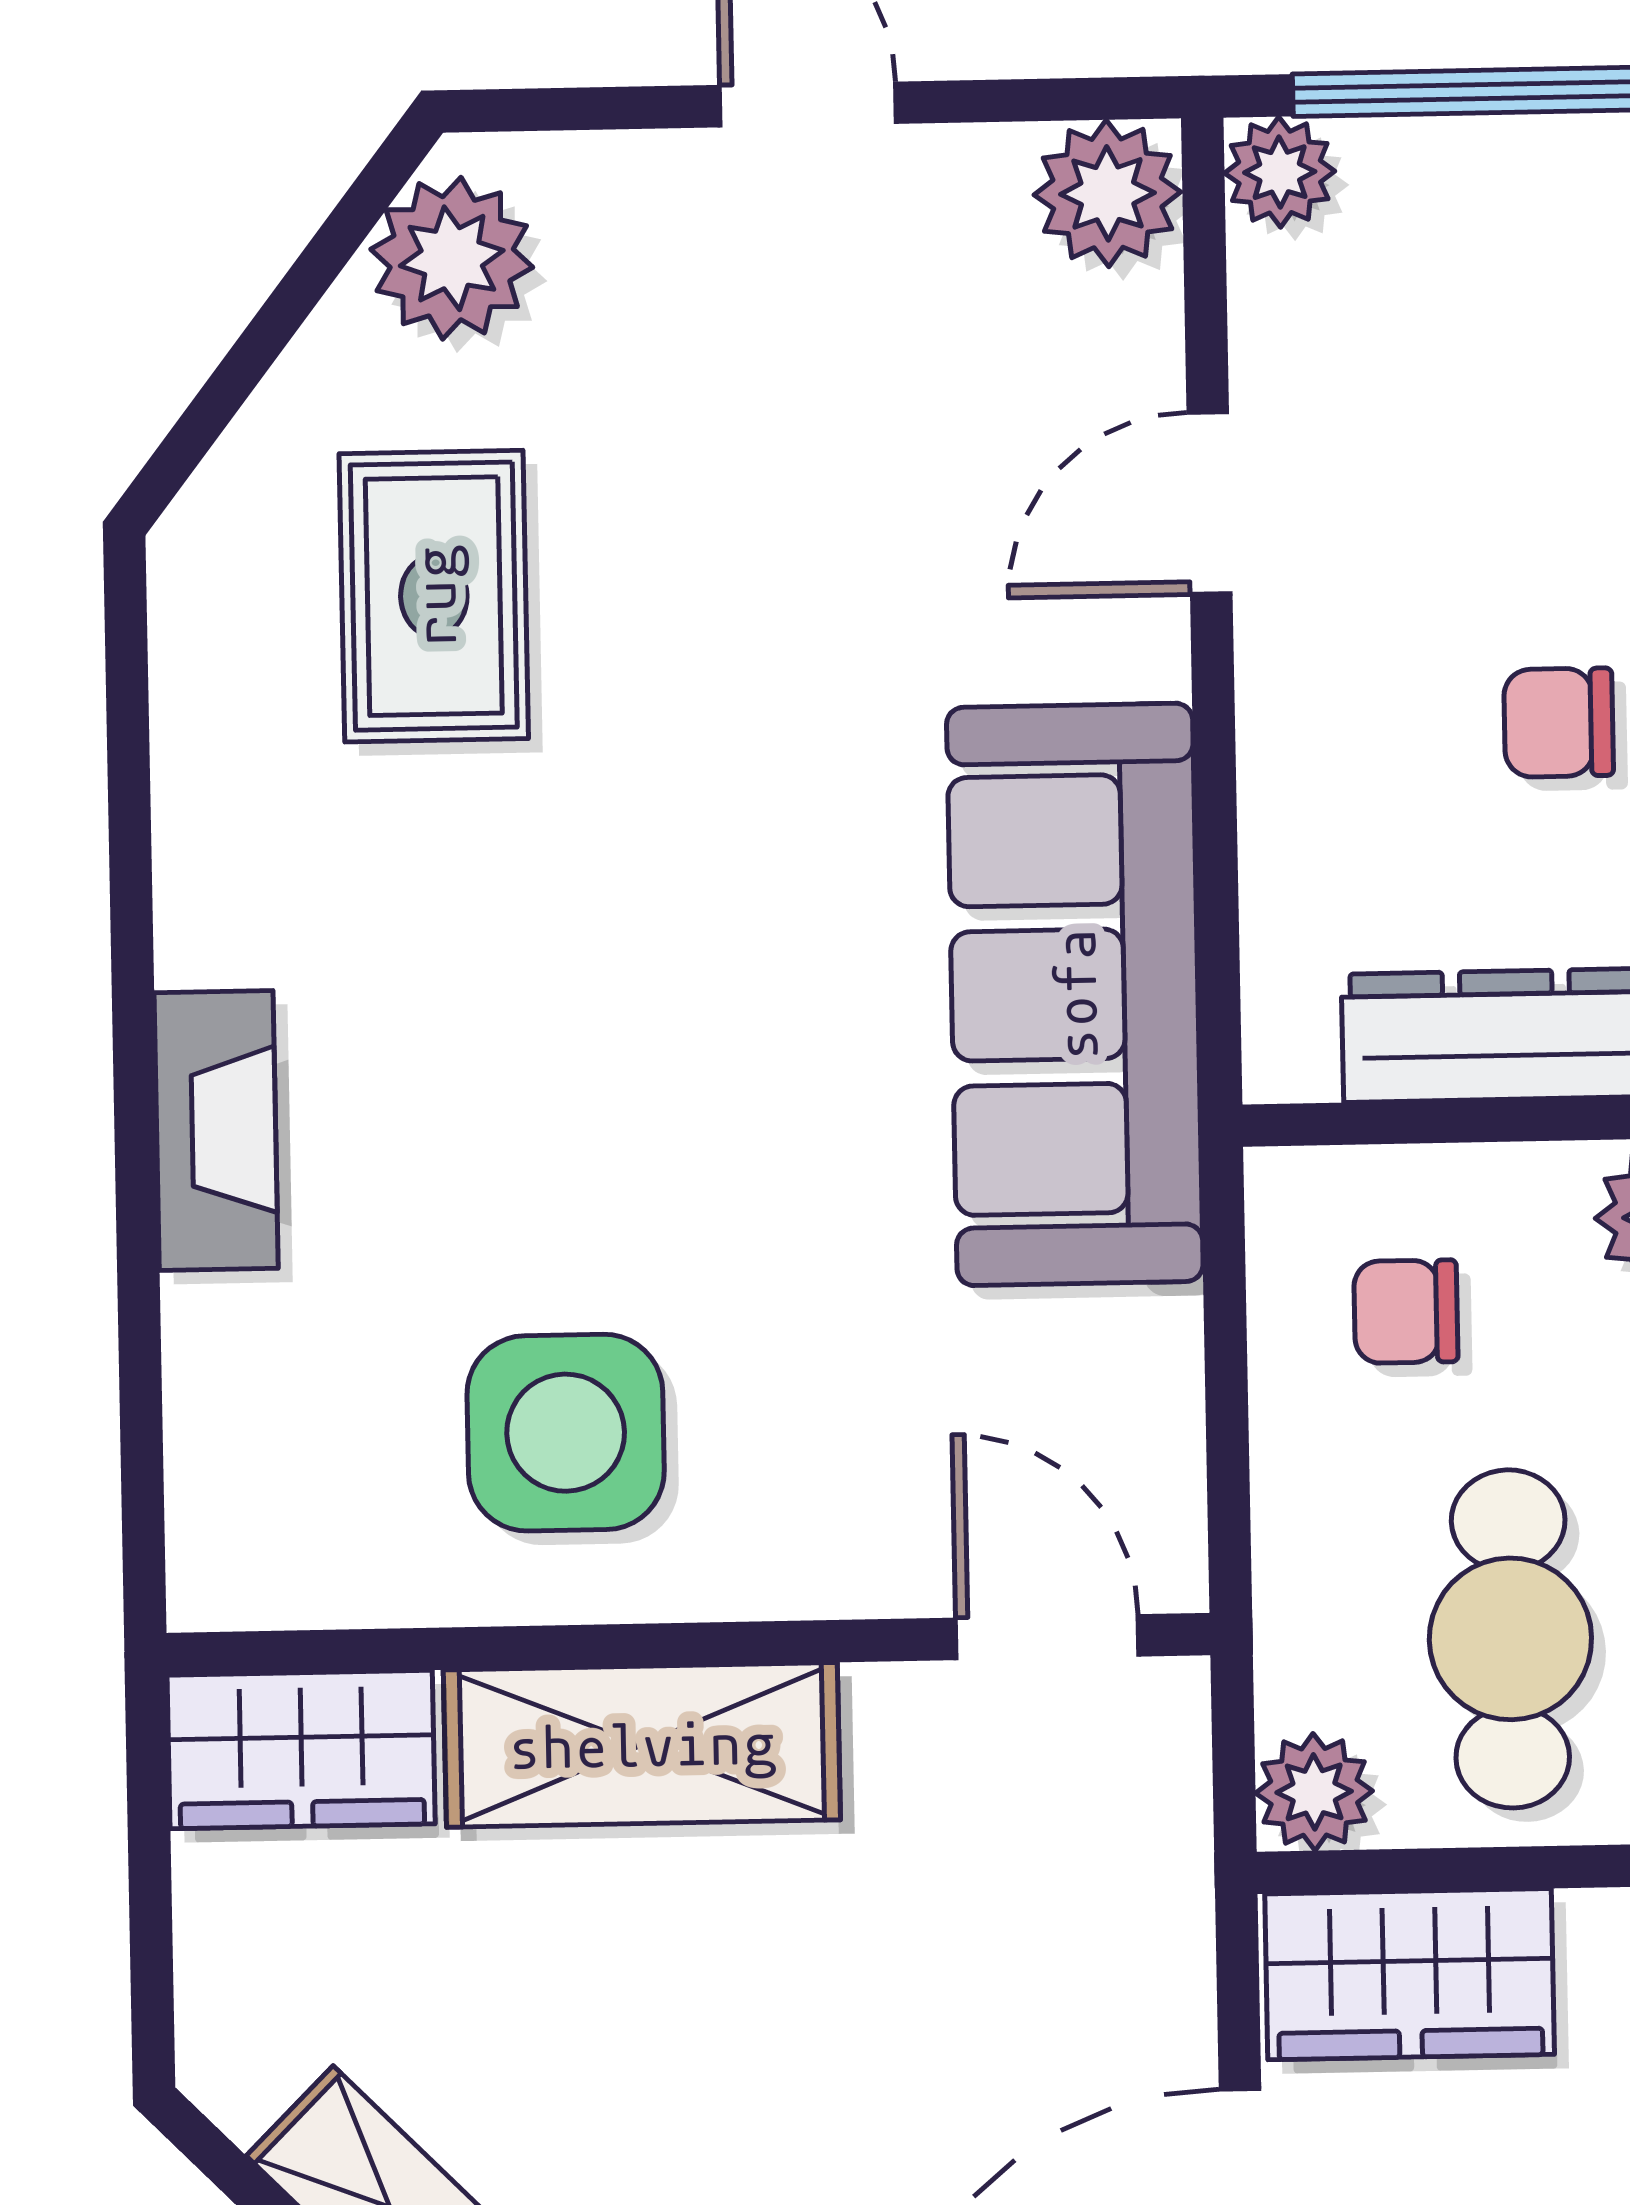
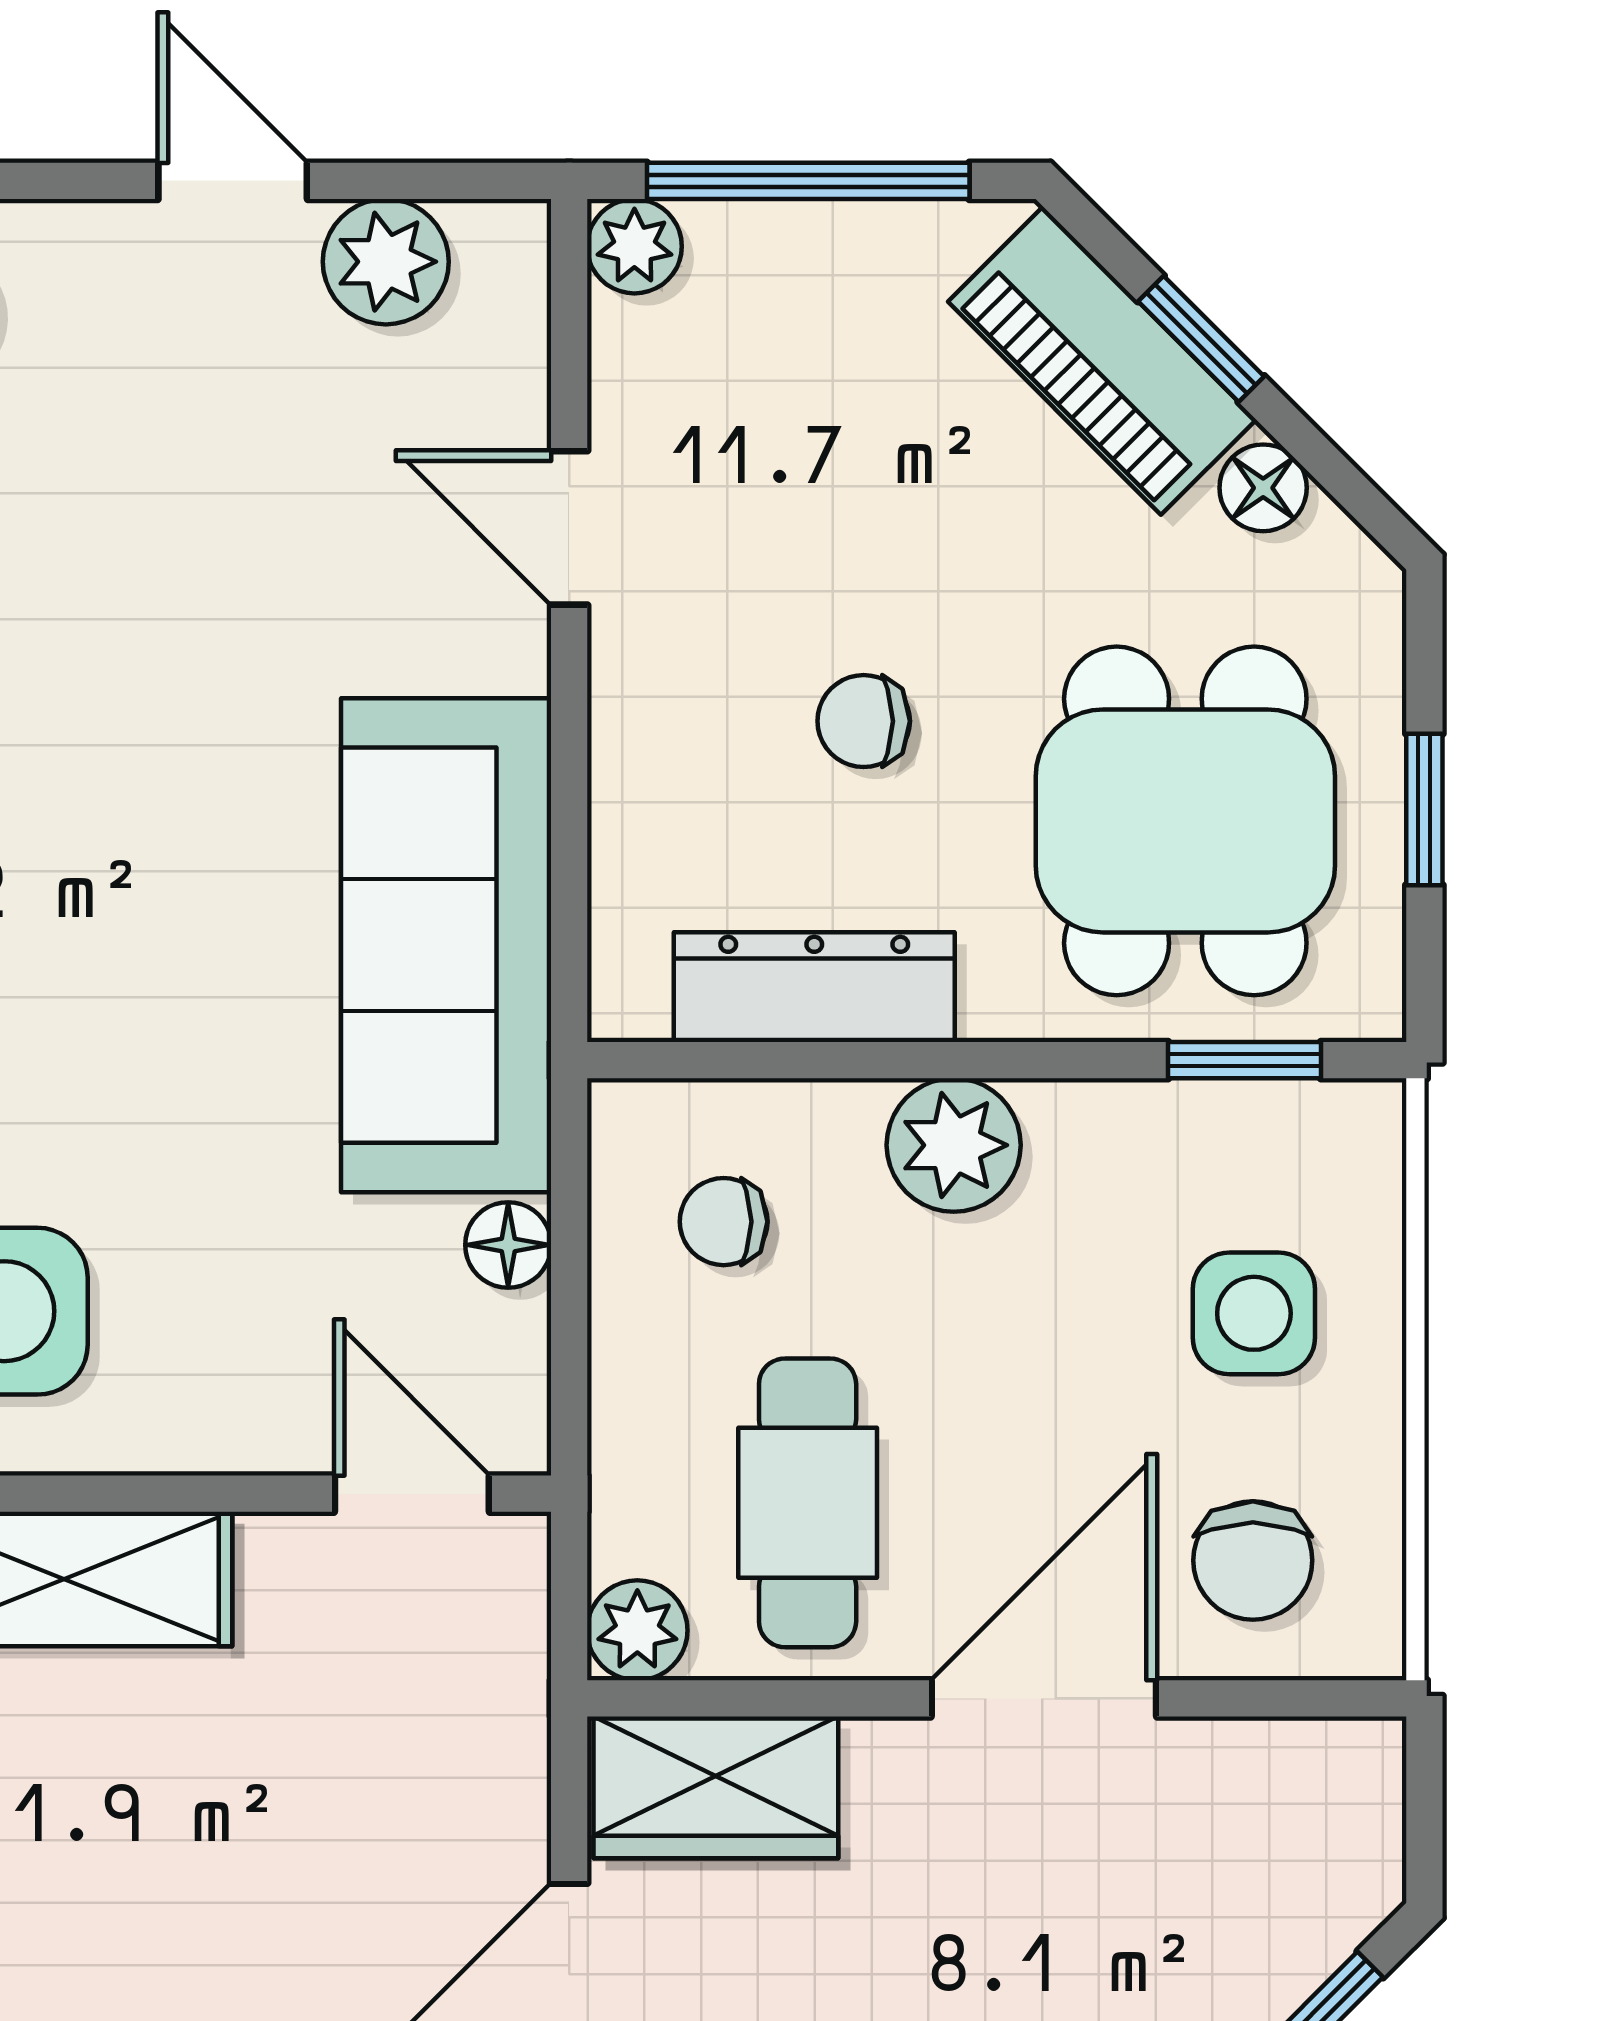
plant: (1107, 193) -> (386, 262), moved
door: (1210, 503) -> (569, 528), hinge flipped
floor lamp: (1154, 1344) -> (508, 1245), added

